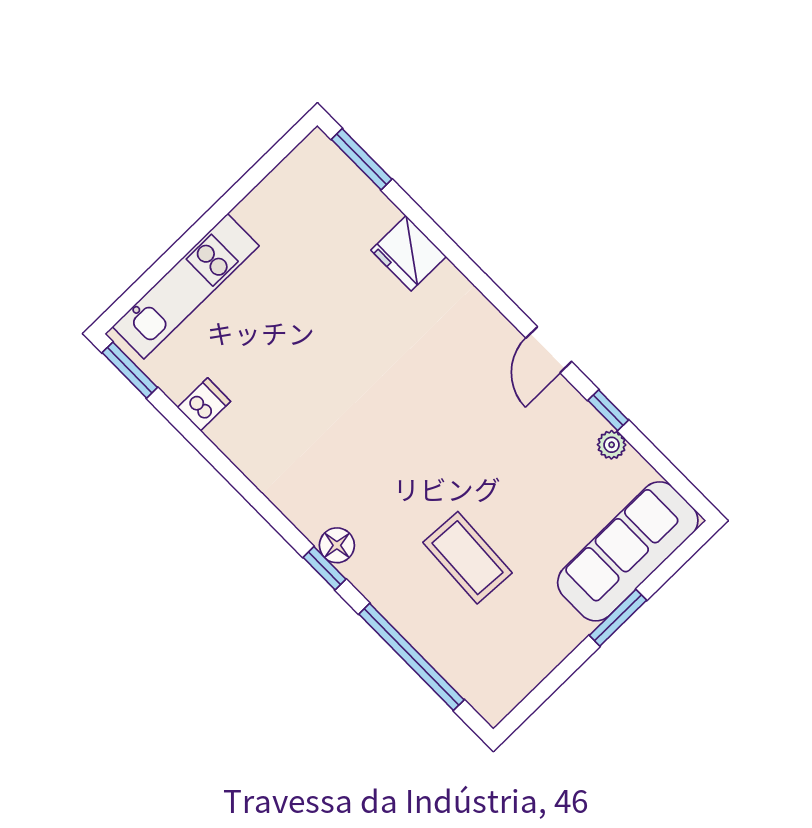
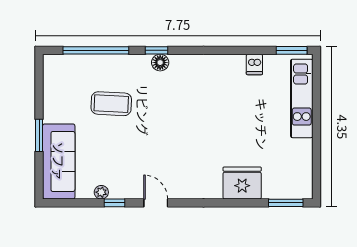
fridge: (409, 253) -> (242, 183), width x1.36, depth x1.34

